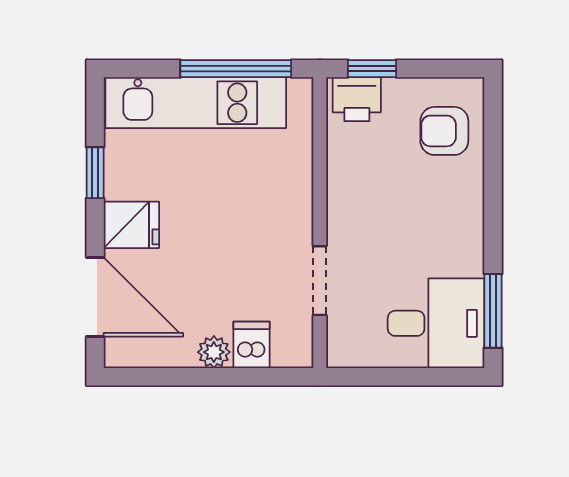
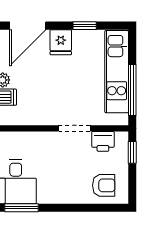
printer: (357, 99) -> (103, 141), moved, turned -90
armchair: (444, 131) -> (104, 185), turned 90
doorway: (320, 281) -> (74, 128), moved

